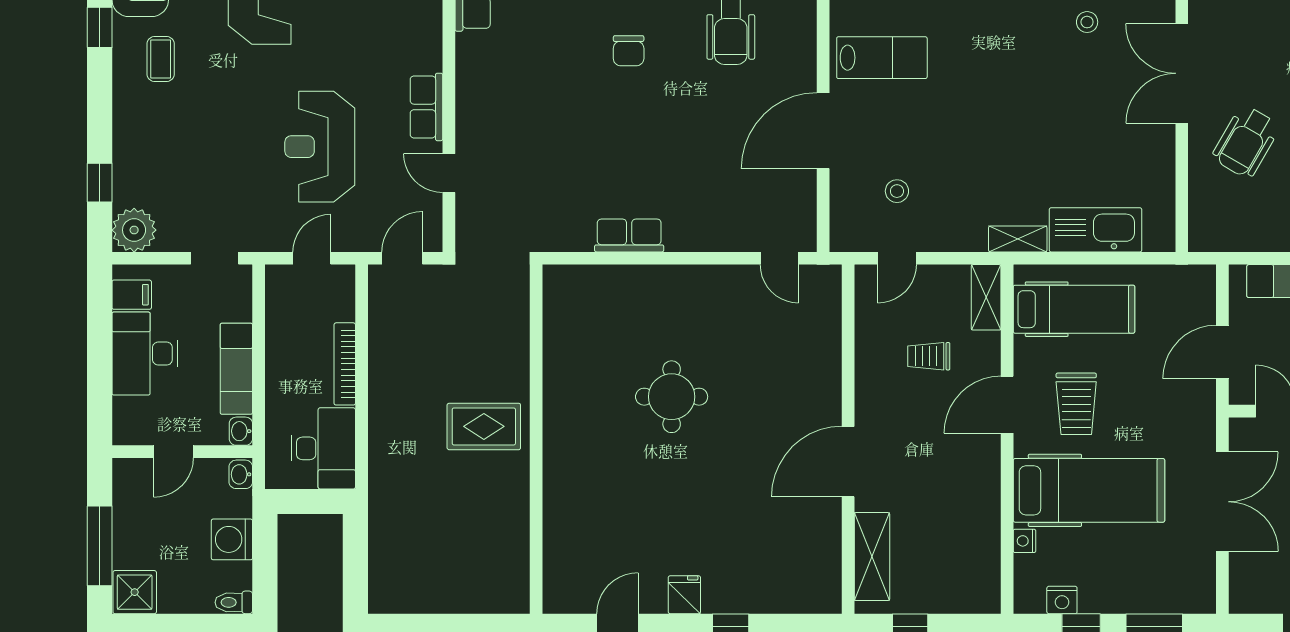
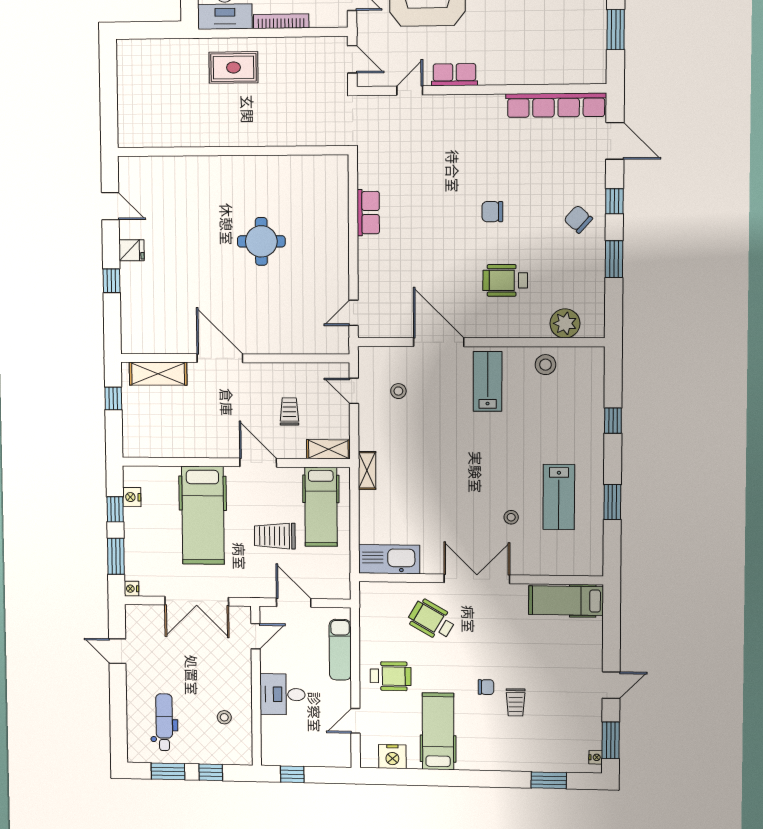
lab bench: (882, 58) -> (488, 381), turned 180
kitchen sink: (1095, 230) -> (389, 559), moved, turned -90
trolley: (1076, 404) -> (275, 536), moved
rug: (484, 426) -> (233, 67), moved, turned 90
nightstand: (1024, 541) -> (131, 589), moved, turned -90

